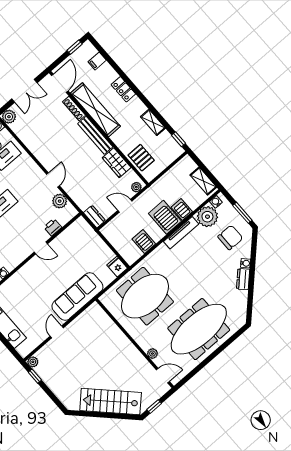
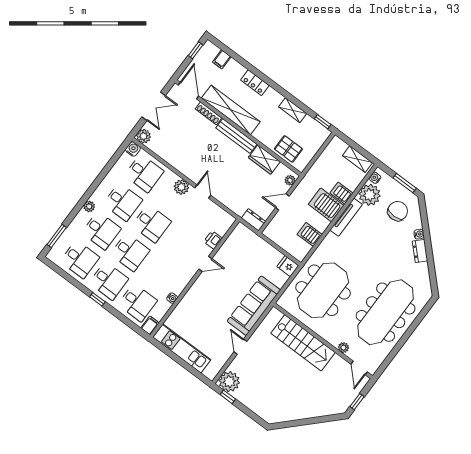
plant: (60, 201) -> (181, 187), moved
plant: (33, 362) -> (229, 382), width x1.87, depth x1.87
door: (163, 376) -> (359, 368), swing flipped
stairs: (111, 402) -> (303, 343), moved, turned -135

